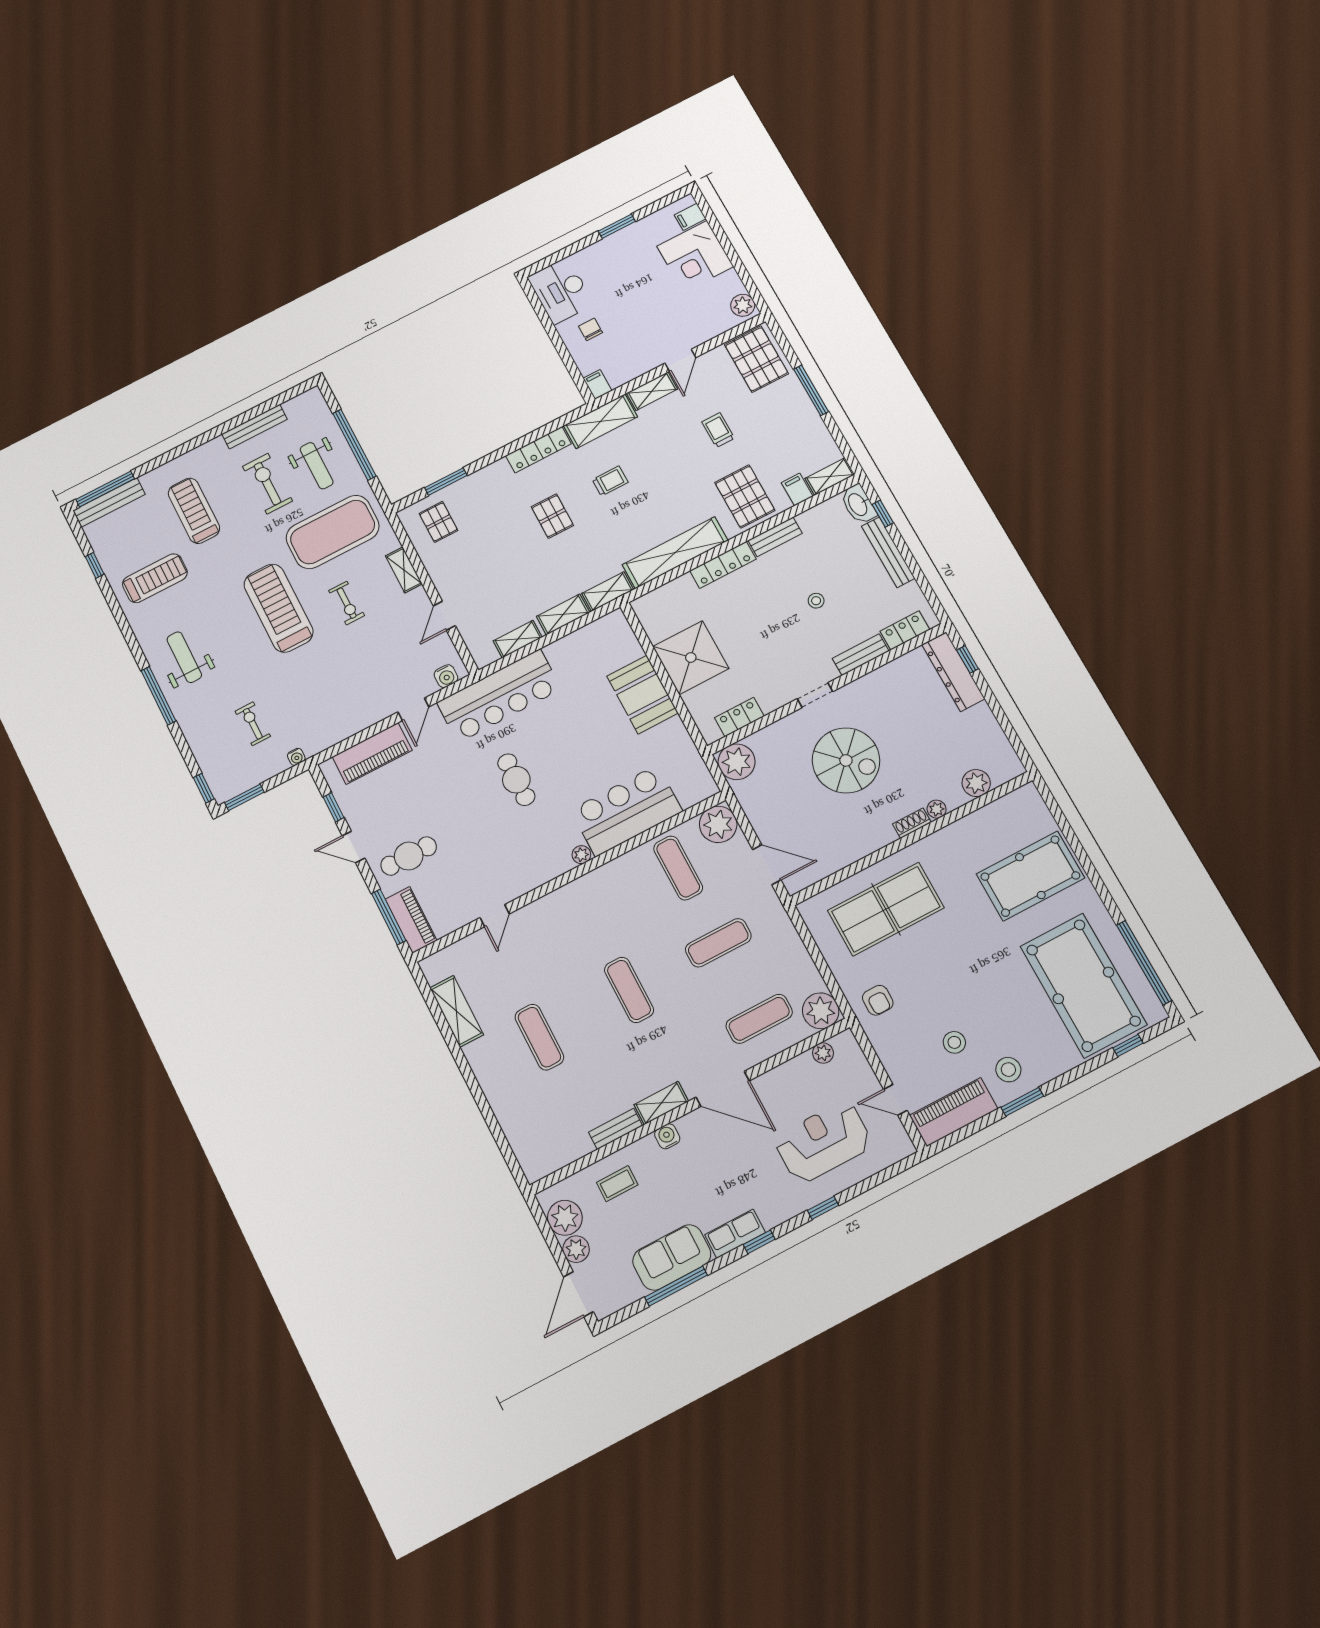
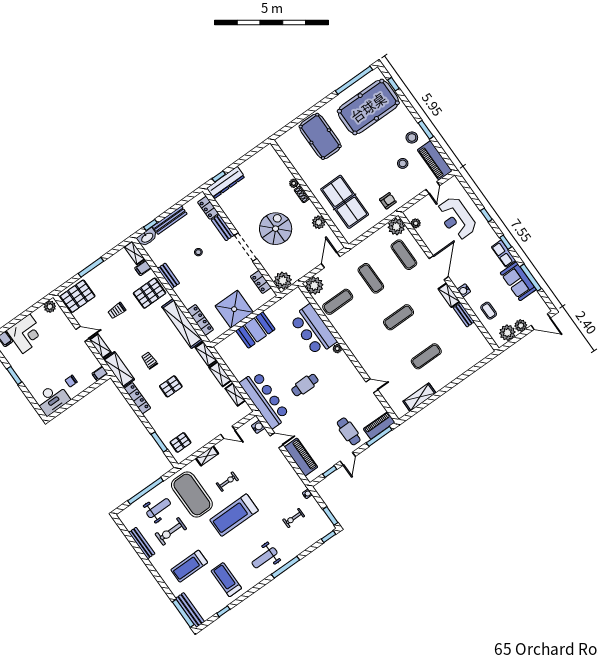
locker: (723, 565) -> (200, 320), moved
doorway: (815, 695) -> (245, 247), width x1.87
plant: (976, 783) -> (319, 222), moved

